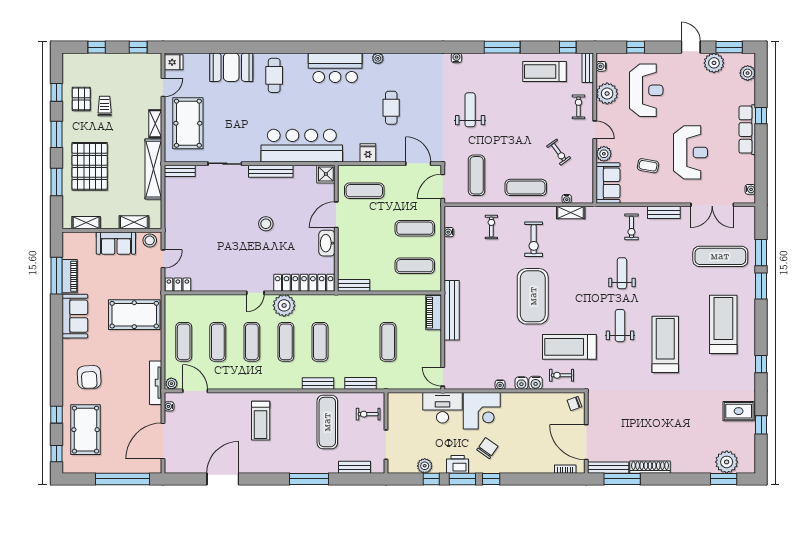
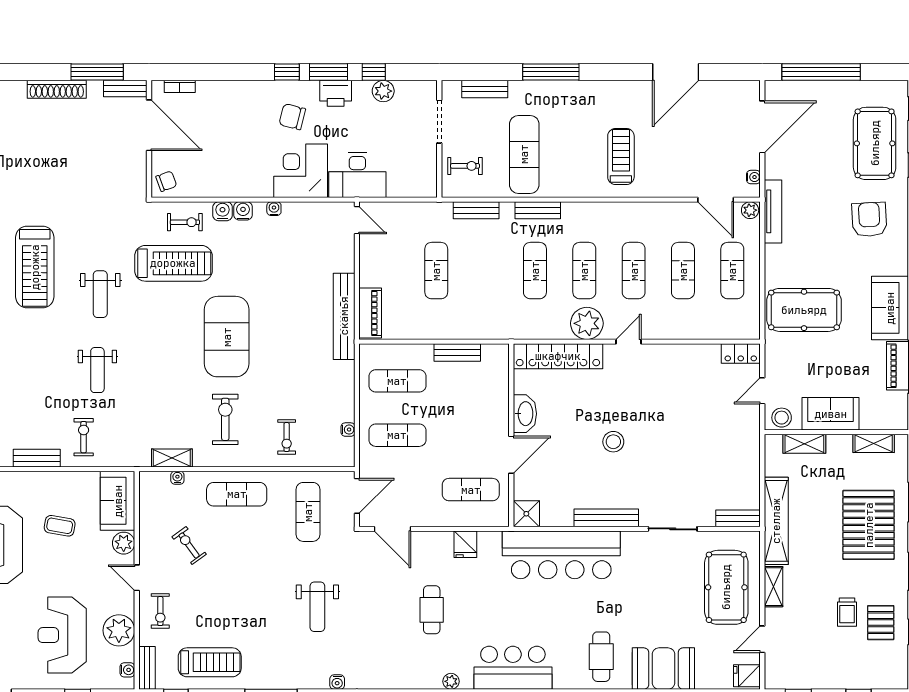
bench: (354, 285) -> (457, 352), moved
chair: (487, 448) -> (292, 117), turned 69
bench: (608, 468) -> (125, 89), width x0.73

